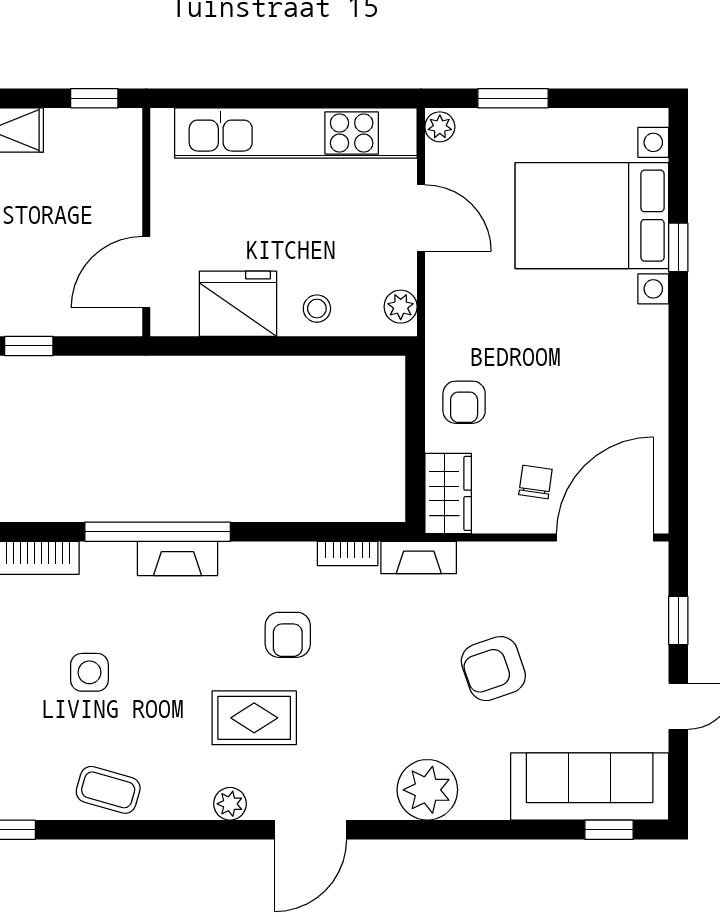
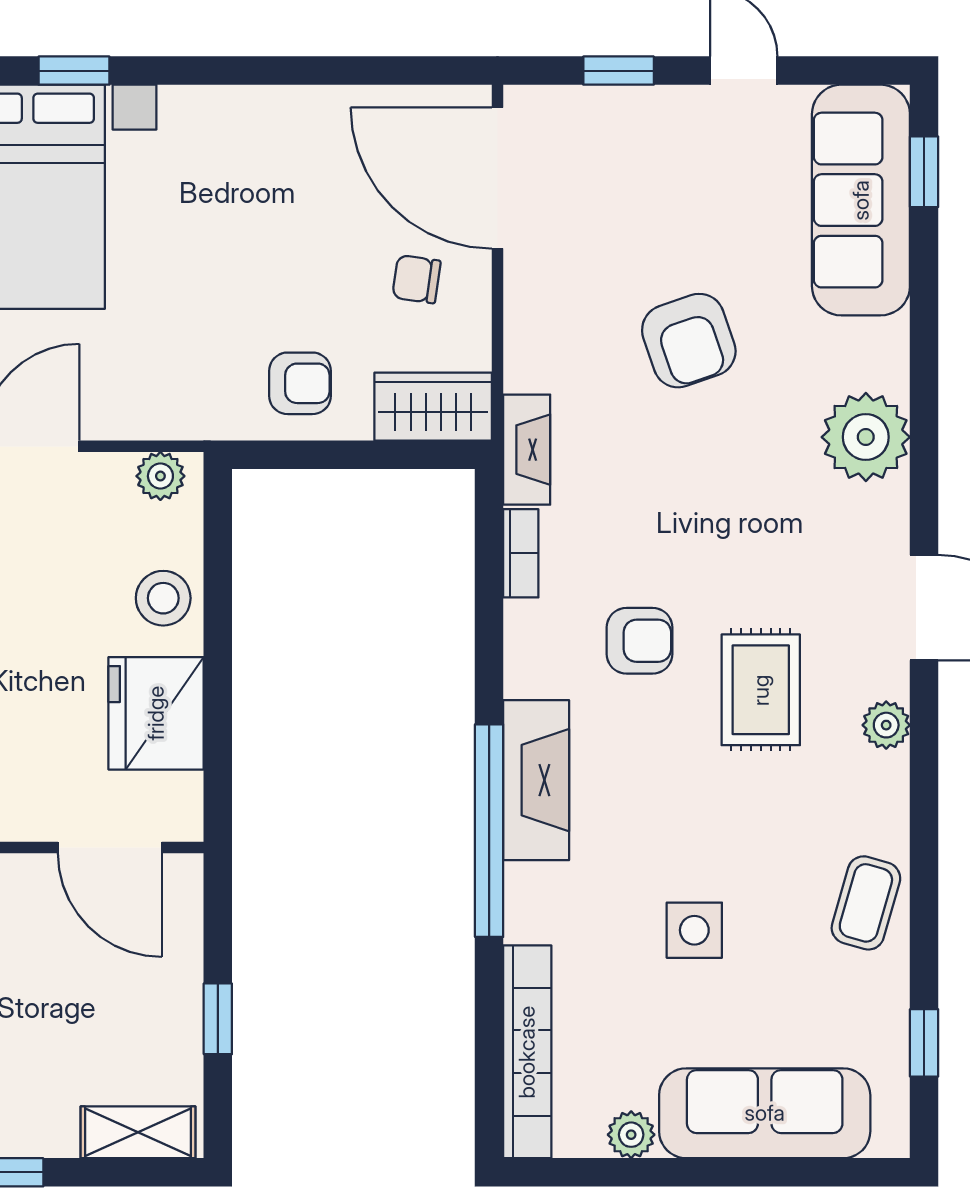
stool: (317, 309) -> (163, 598), width x1.37, depth x1.37
fireplace: (178, 559) -> (536, 780), width x1.37, depth x1.32

